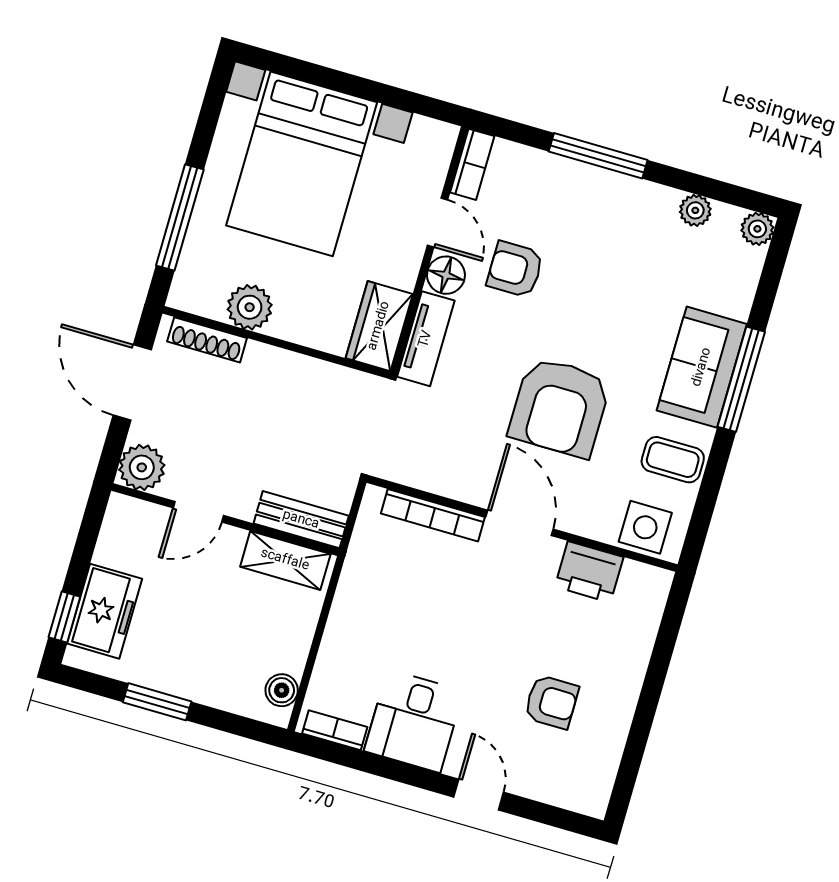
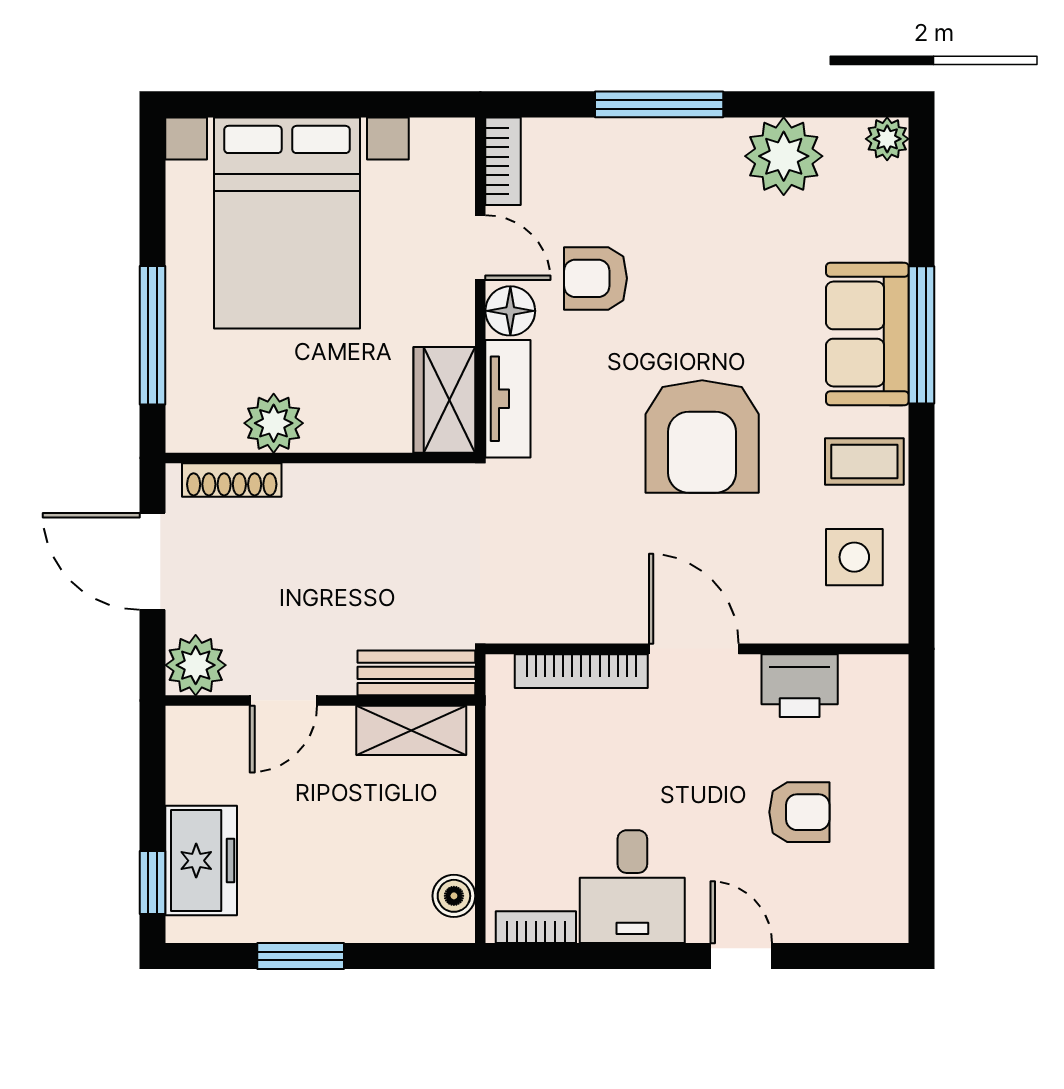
plant: (695, 210) -> (784, 156), width x1.87, depth x1.87
bookcase: (433, 515) -> (581, 671), moved
door: (520, 523) -> (694, 649), moved
wall: (522, 523) -> (697, 649), moved
printer: (589, 572) -> (800, 686), moved

